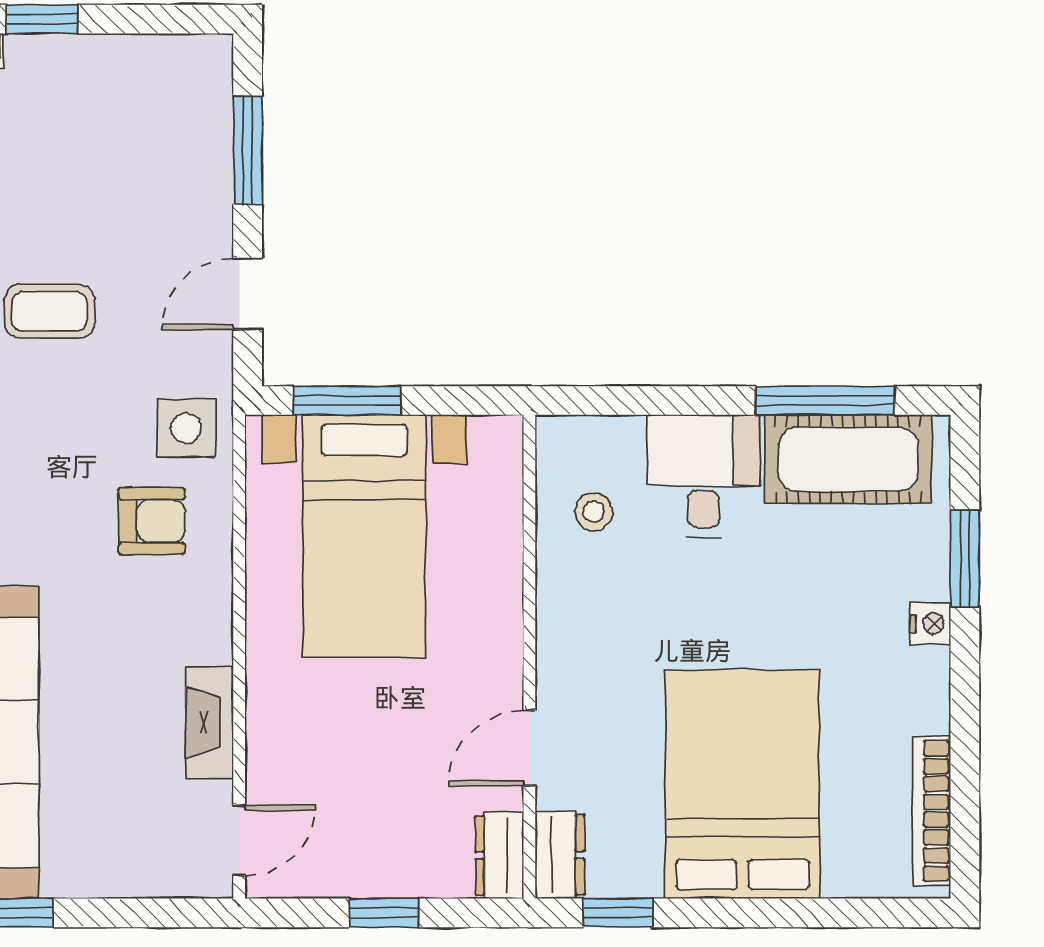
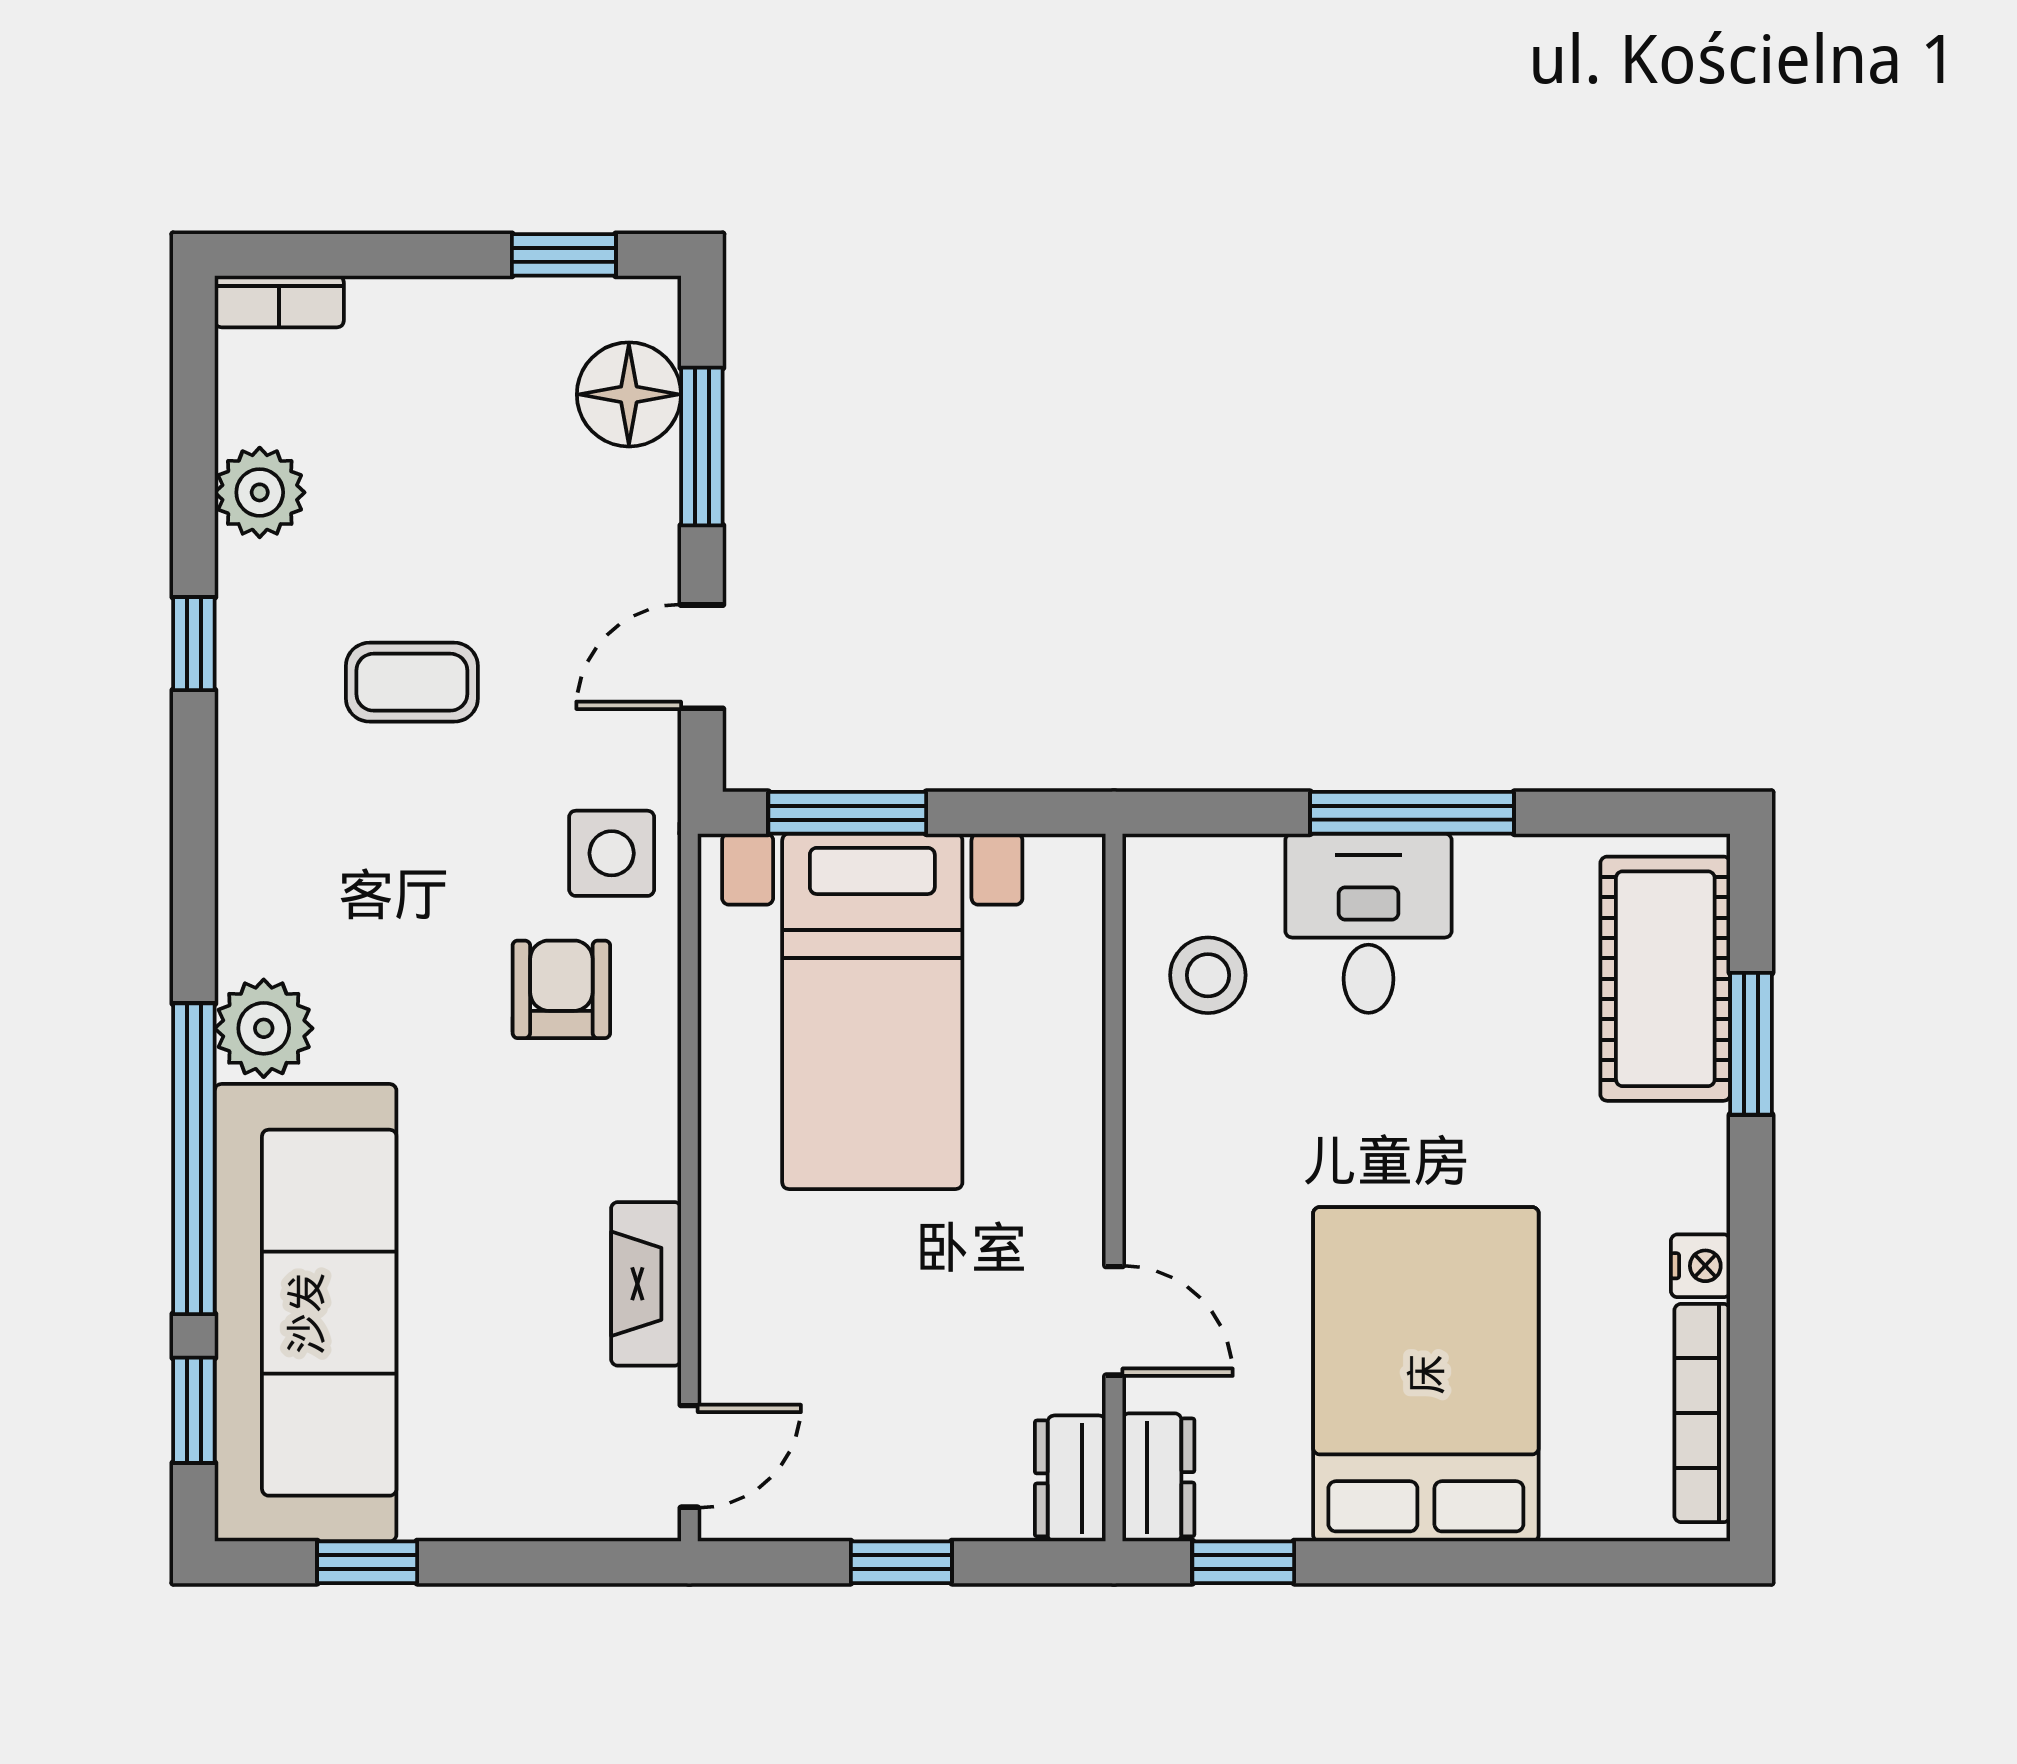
window: (42, 19) -> (564, 255), moved
floor lamp: (198, 115) -> (629, 394), added
window: (825, 401) -> (1412, 813), moved
cot: (848, 459) -> (1665, 979), moved, turned 90
stool: (594, 512) -> (1208, 975), width x1.37, depth x1.37
armchair: (152, 521) -> (561, 989), turned -90
nightstand: (930, 623) -> (1701, 1266), moved
door: (529, 748) -> (1114, 1321), swing flipped

